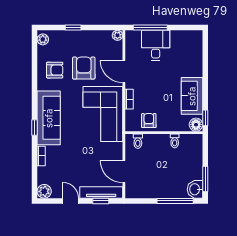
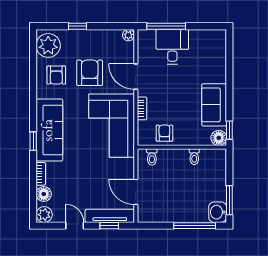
plant: (43, 39) -> (48, 45), width x1.88, depth x1.88
armchair: (55, 70) -> (56, 75), turned 90
floor lamp: (44, 174) -> (44, 194), added

